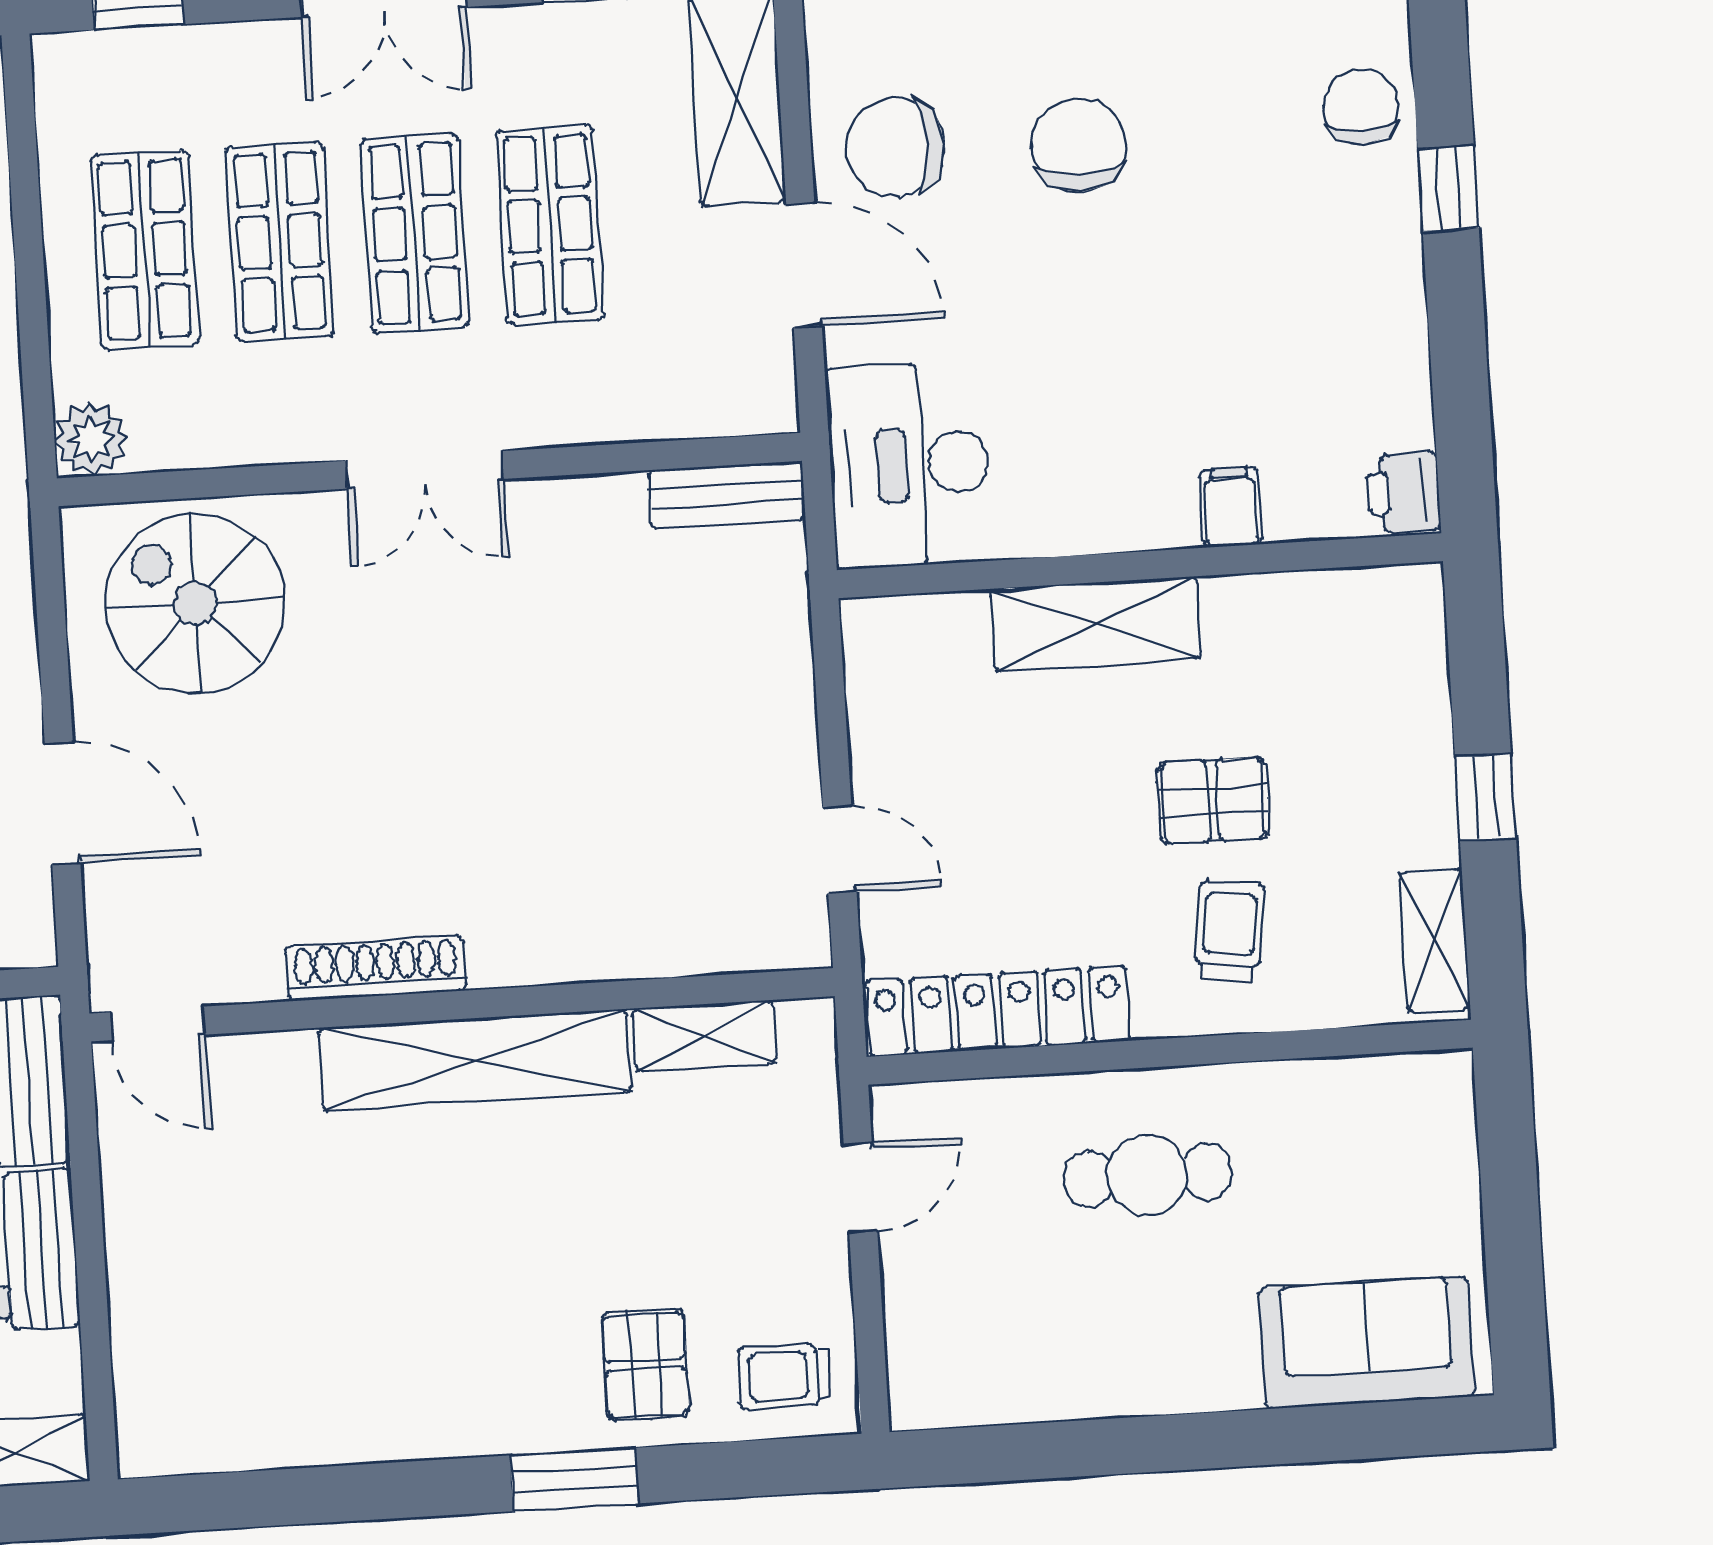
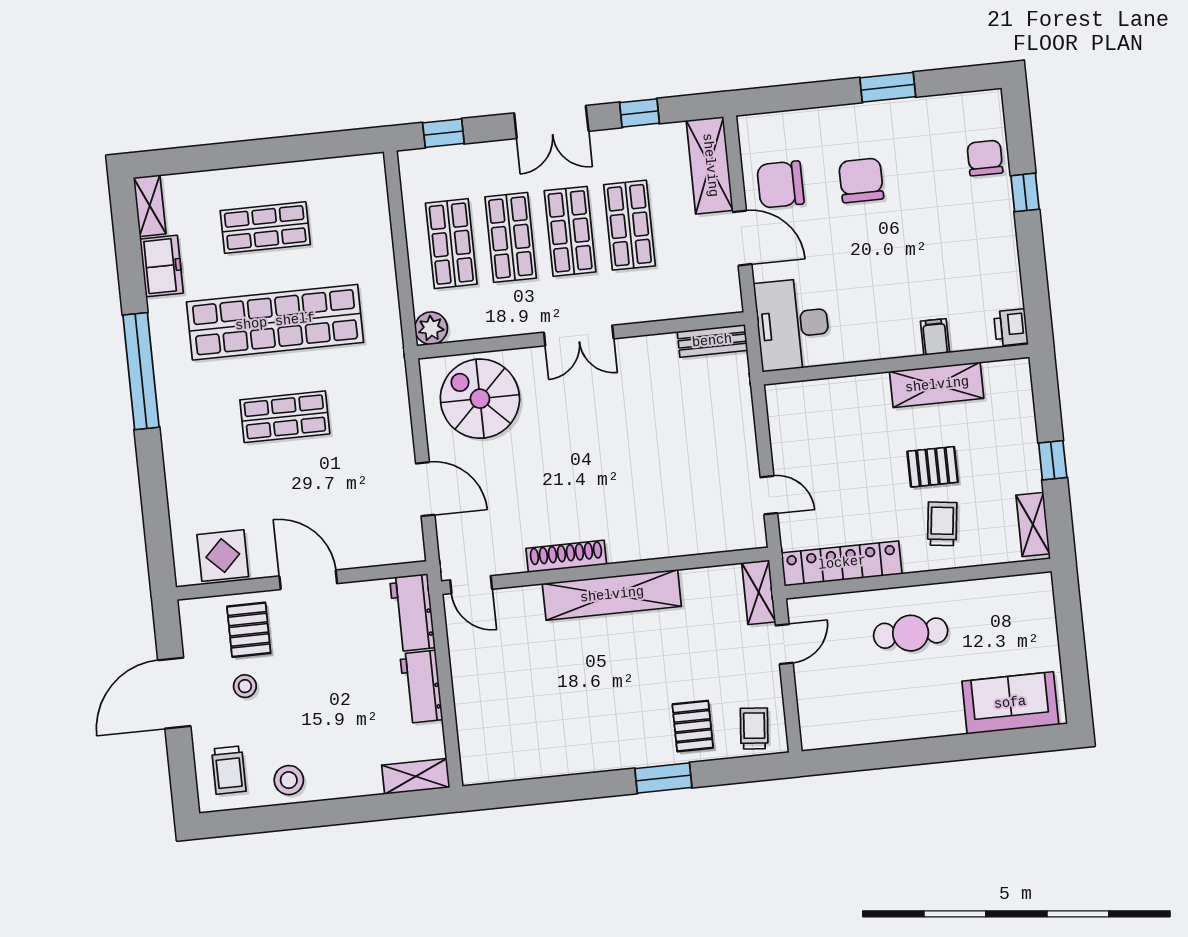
shelving: (1095, 624) -> (937, 385), moved
shelving: (704, 1036) -> (759, 592), moved, turned 90
trolley: (784, 1376) -> (754, 729), turned 95

